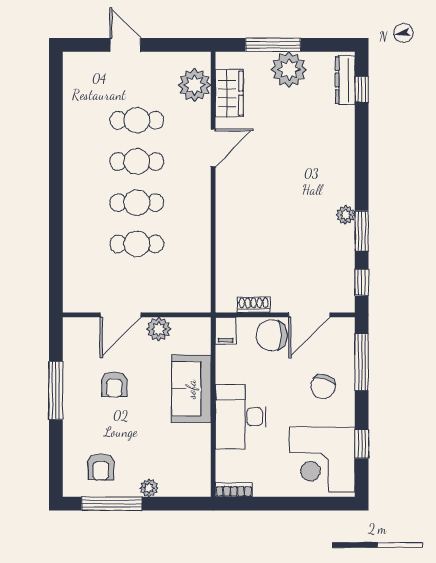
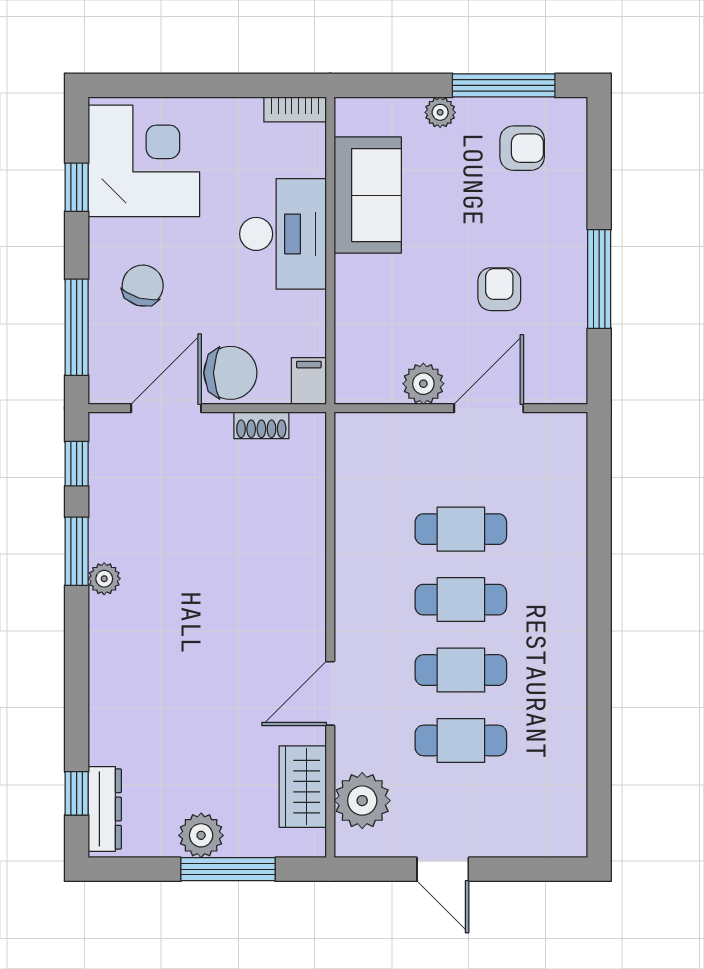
door: (125, 45) -> (443, 869), moved
plant: (289, 69) -> (201, 835), width x0.73, depth x0.73
sofa: (191, 389) -> (368, 195), moved
armchair: (101, 467) -> (522, 148), turned 90

